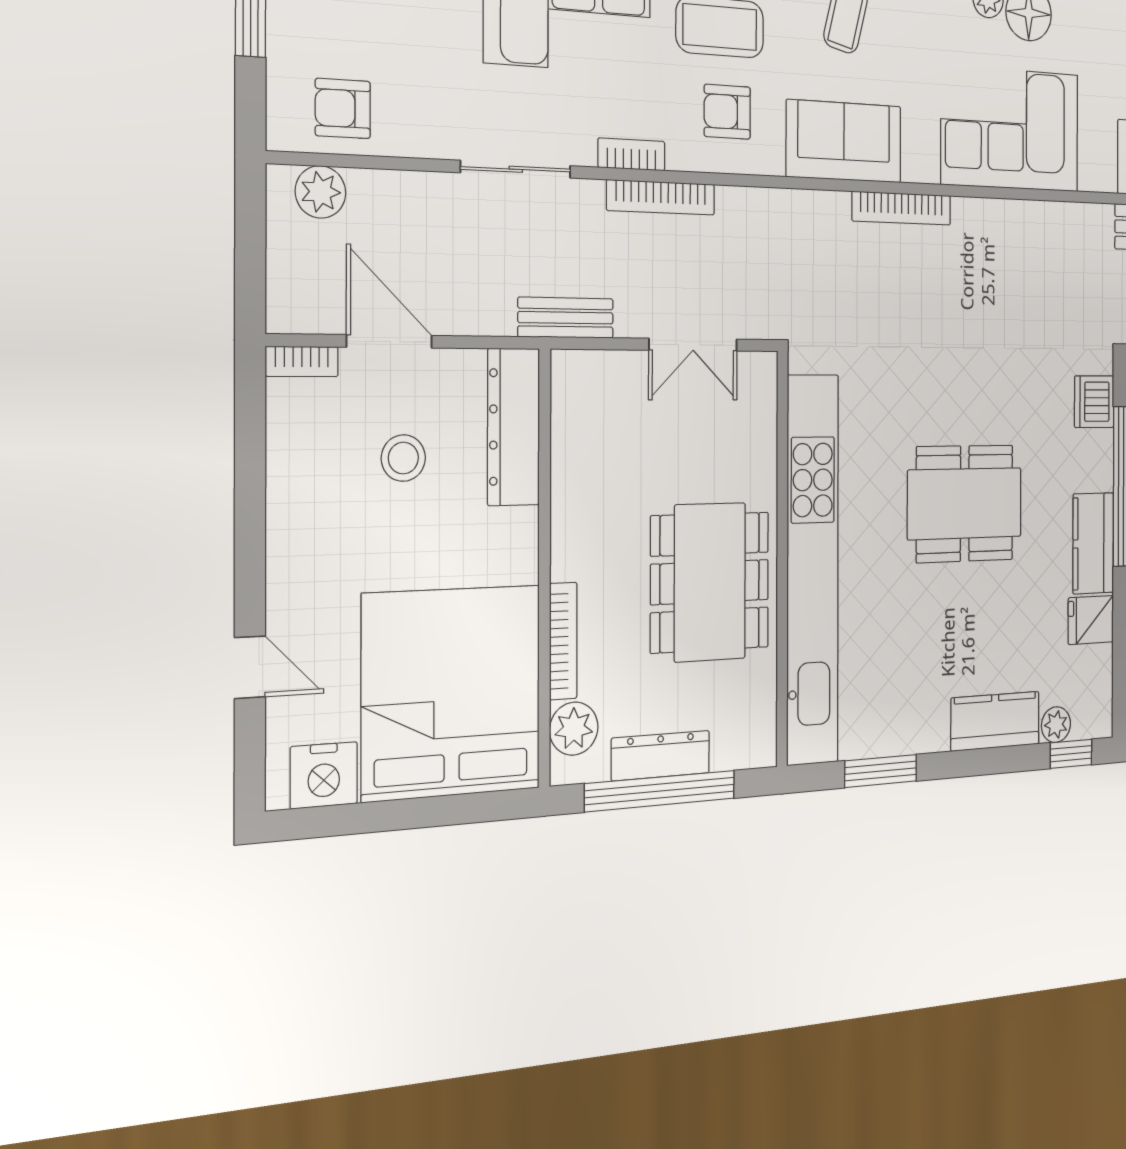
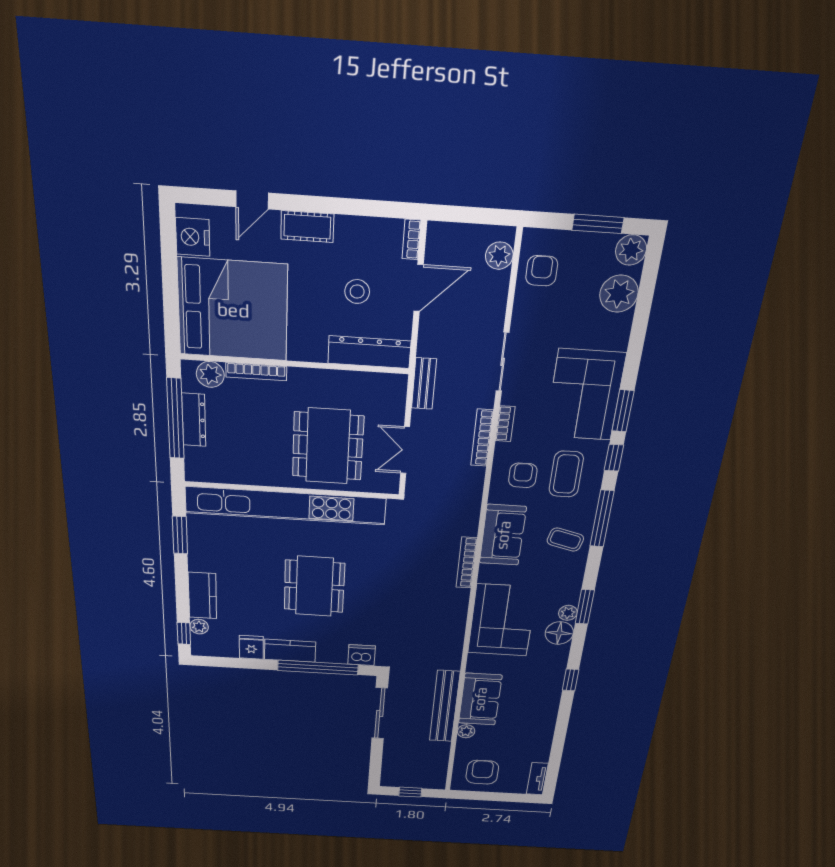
cot: (291, 560) -> (307, 227), added
dining table: (710, 582) -> (328, 446), moved, turned 90

